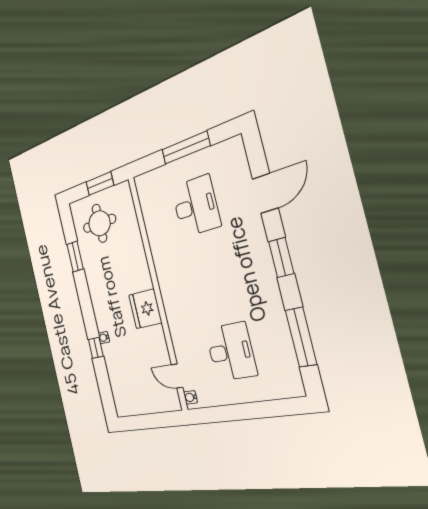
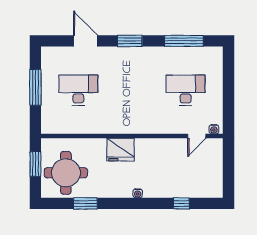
round table: (99, 223) -> (66, 173), width x1.36, depth x1.36
fridge: (145, 309) -> (120, 150), moved
water cooler: (104, 338) -> (138, 193), moved
window: (96, 348) -> (181, 203), moved

